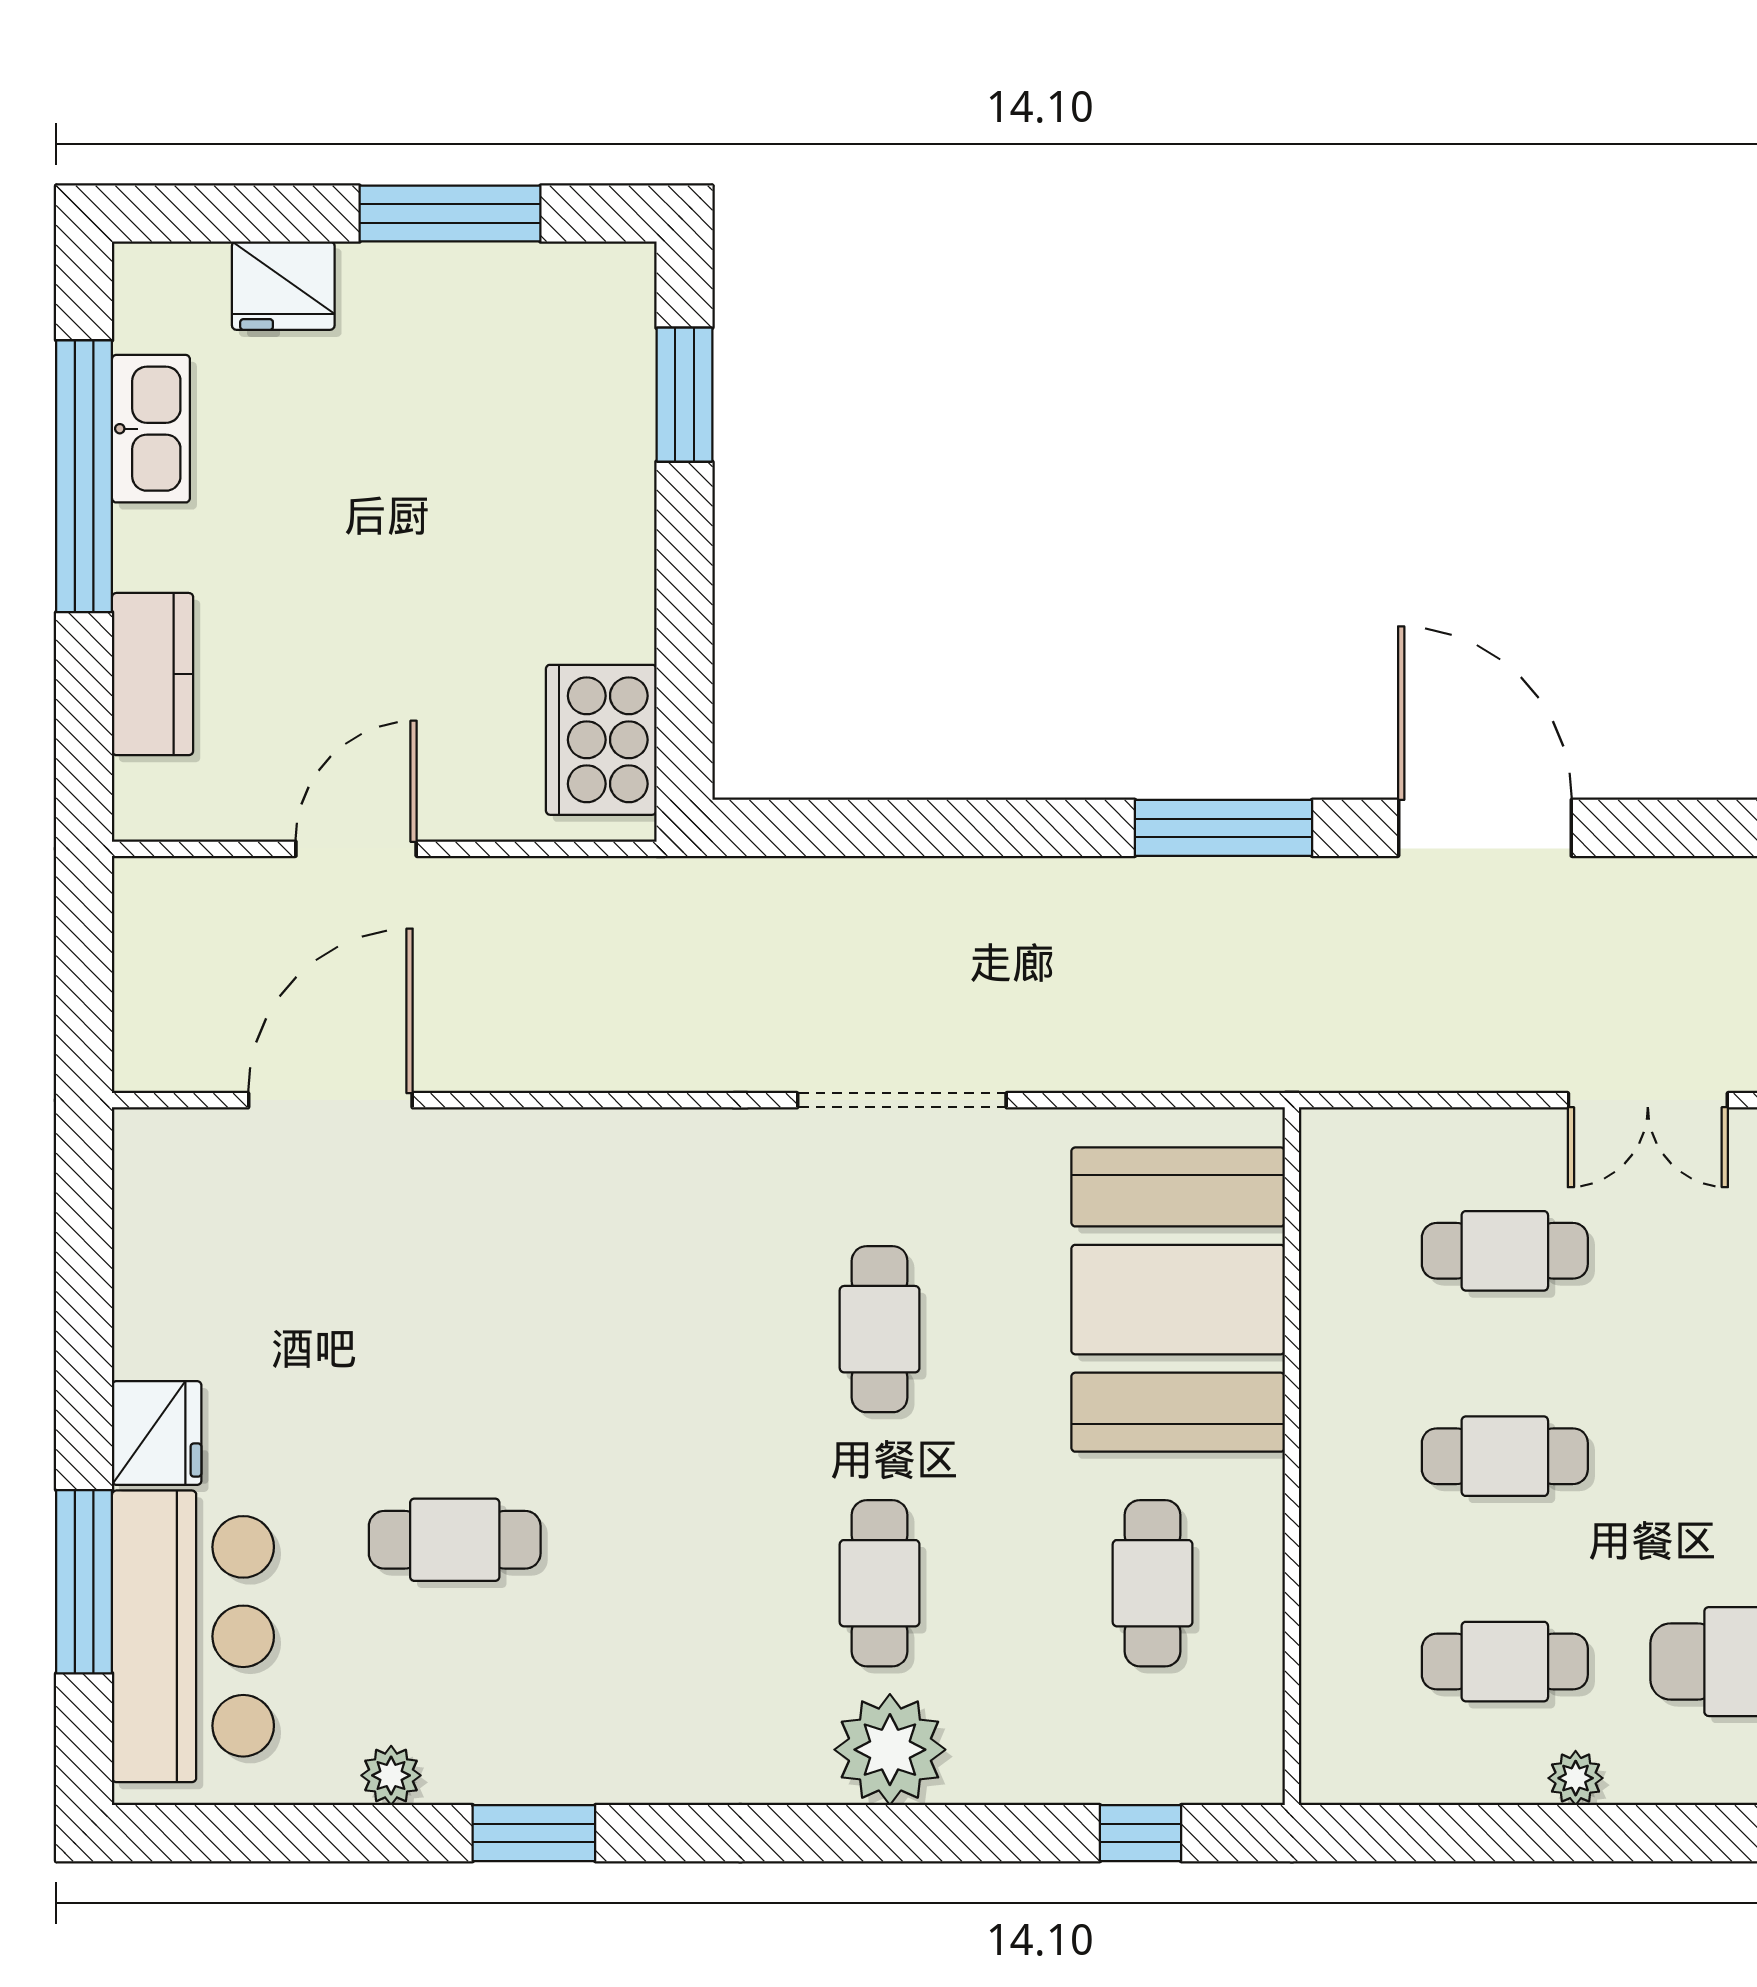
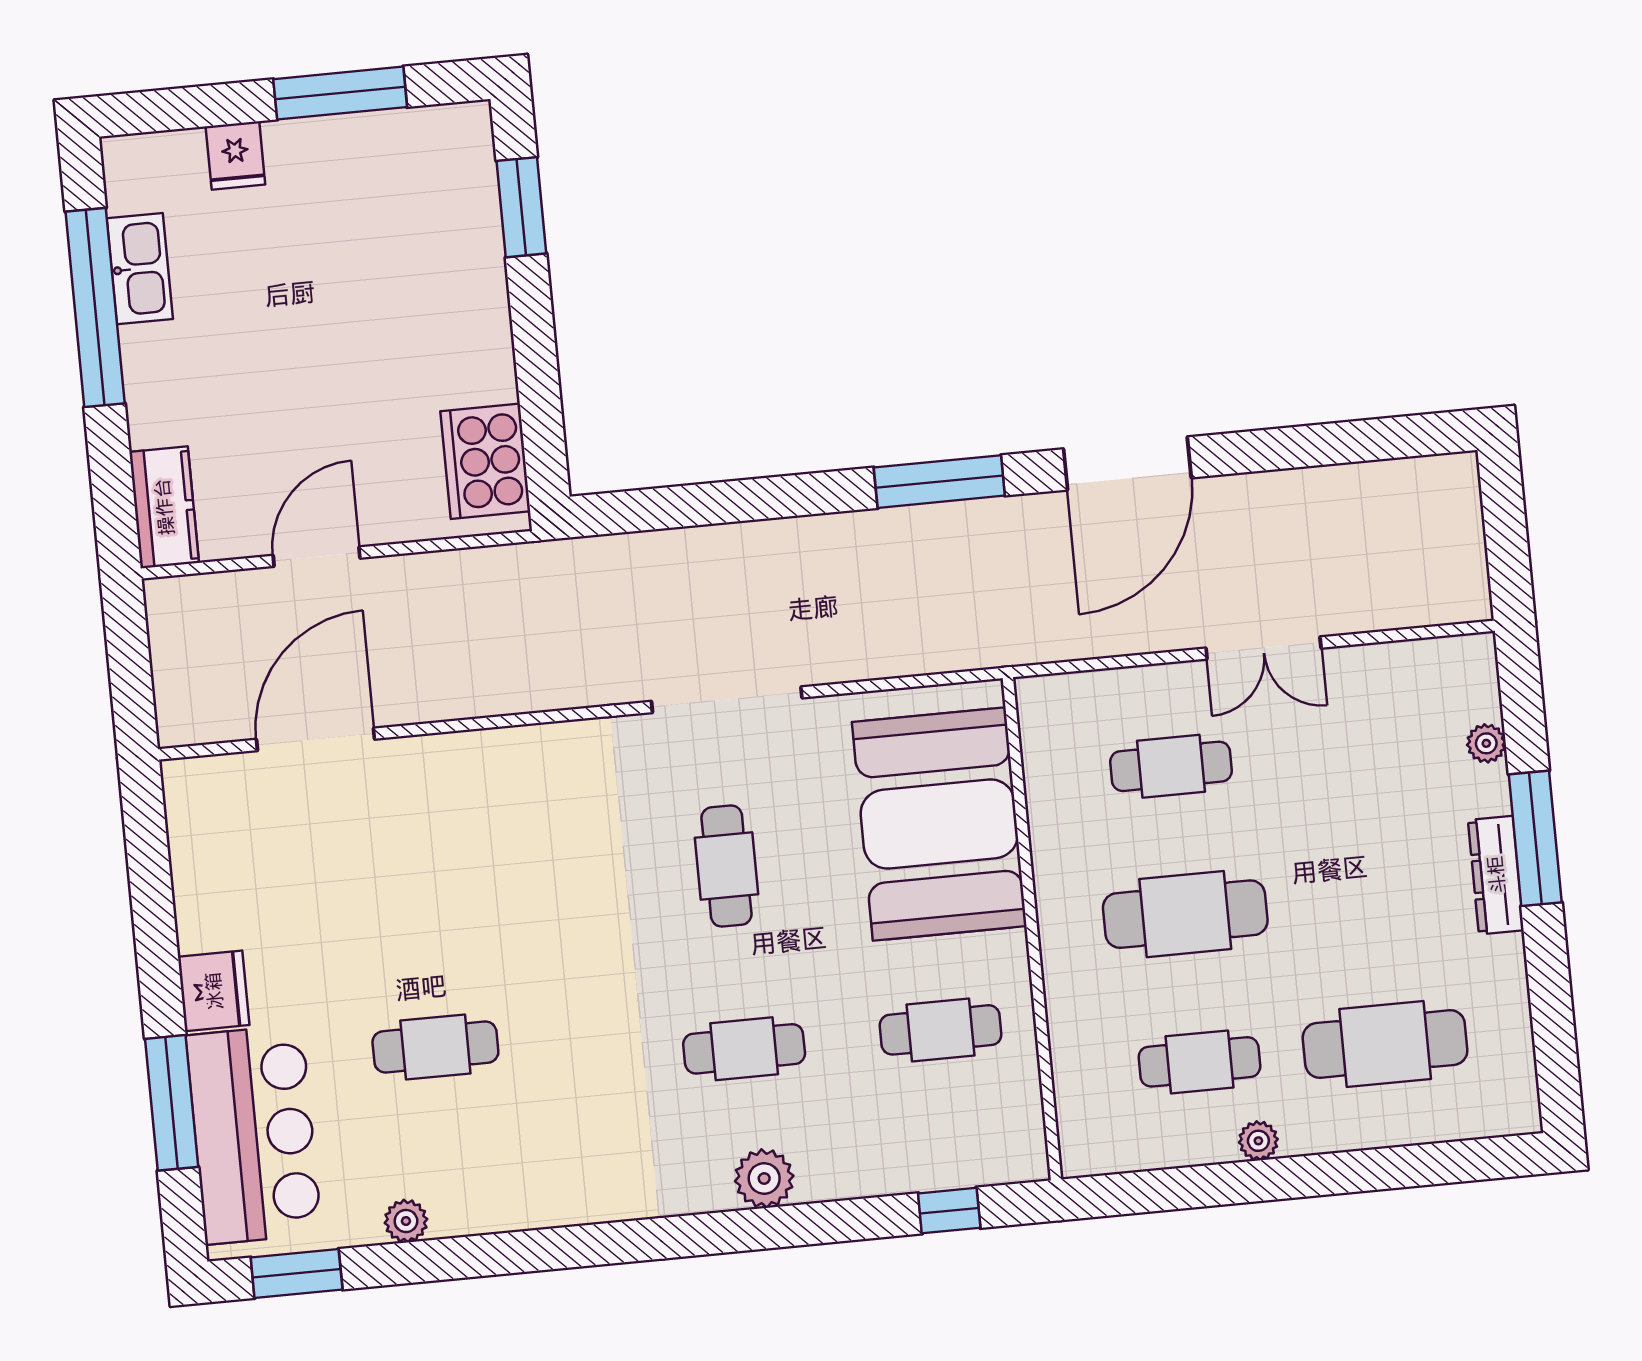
fridge: (283, 286) -> (235, 156), width x0.72
kitchen counter: (153, 674) -> (164, 507), moved
door: (1485, 828) -> (1127, 463), swing flipped
cafe table: (1505, 1456) -> (1185, 914), width x1.37, depth x1.35
cafe table: (880, 1583) -> (744, 1049), turned 90
cafe table: (1153, 1583) -> (941, 1030), turned 90
plant: (890, 1750) -> (764, 1178), width x0.73, depth x0.73
window: (534, 1833) -> (297, 1273), moved

